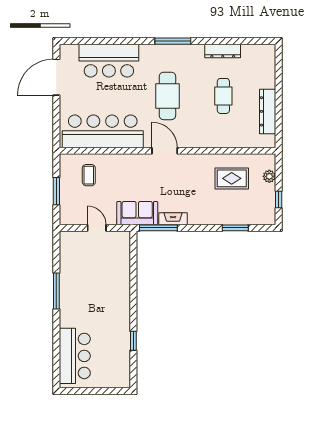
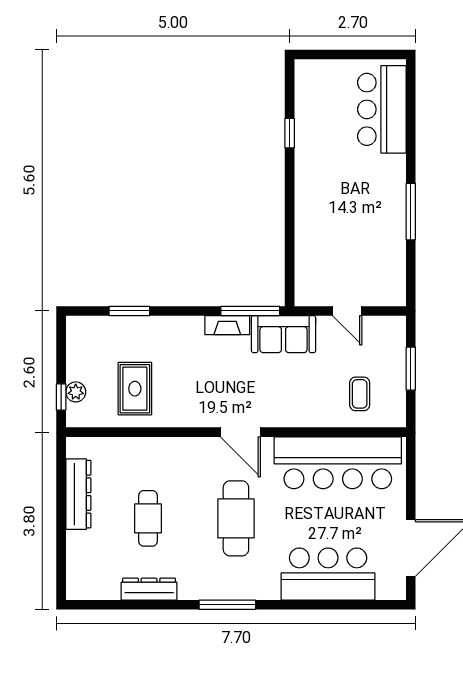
rug: (232, 178) -> (135, 389), turned 90
window: (279, 199) -> (61, 397), moved

